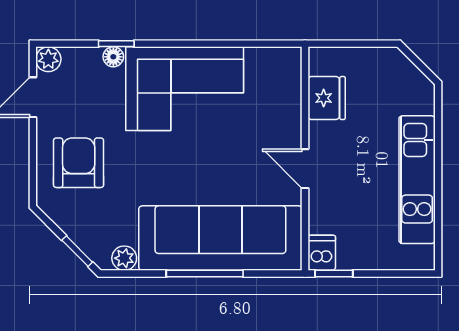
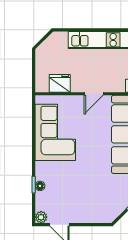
corner sofa: (185, 89) -> (55, 132), moved
armchair: (79, 163) -> (91, 203), removed

